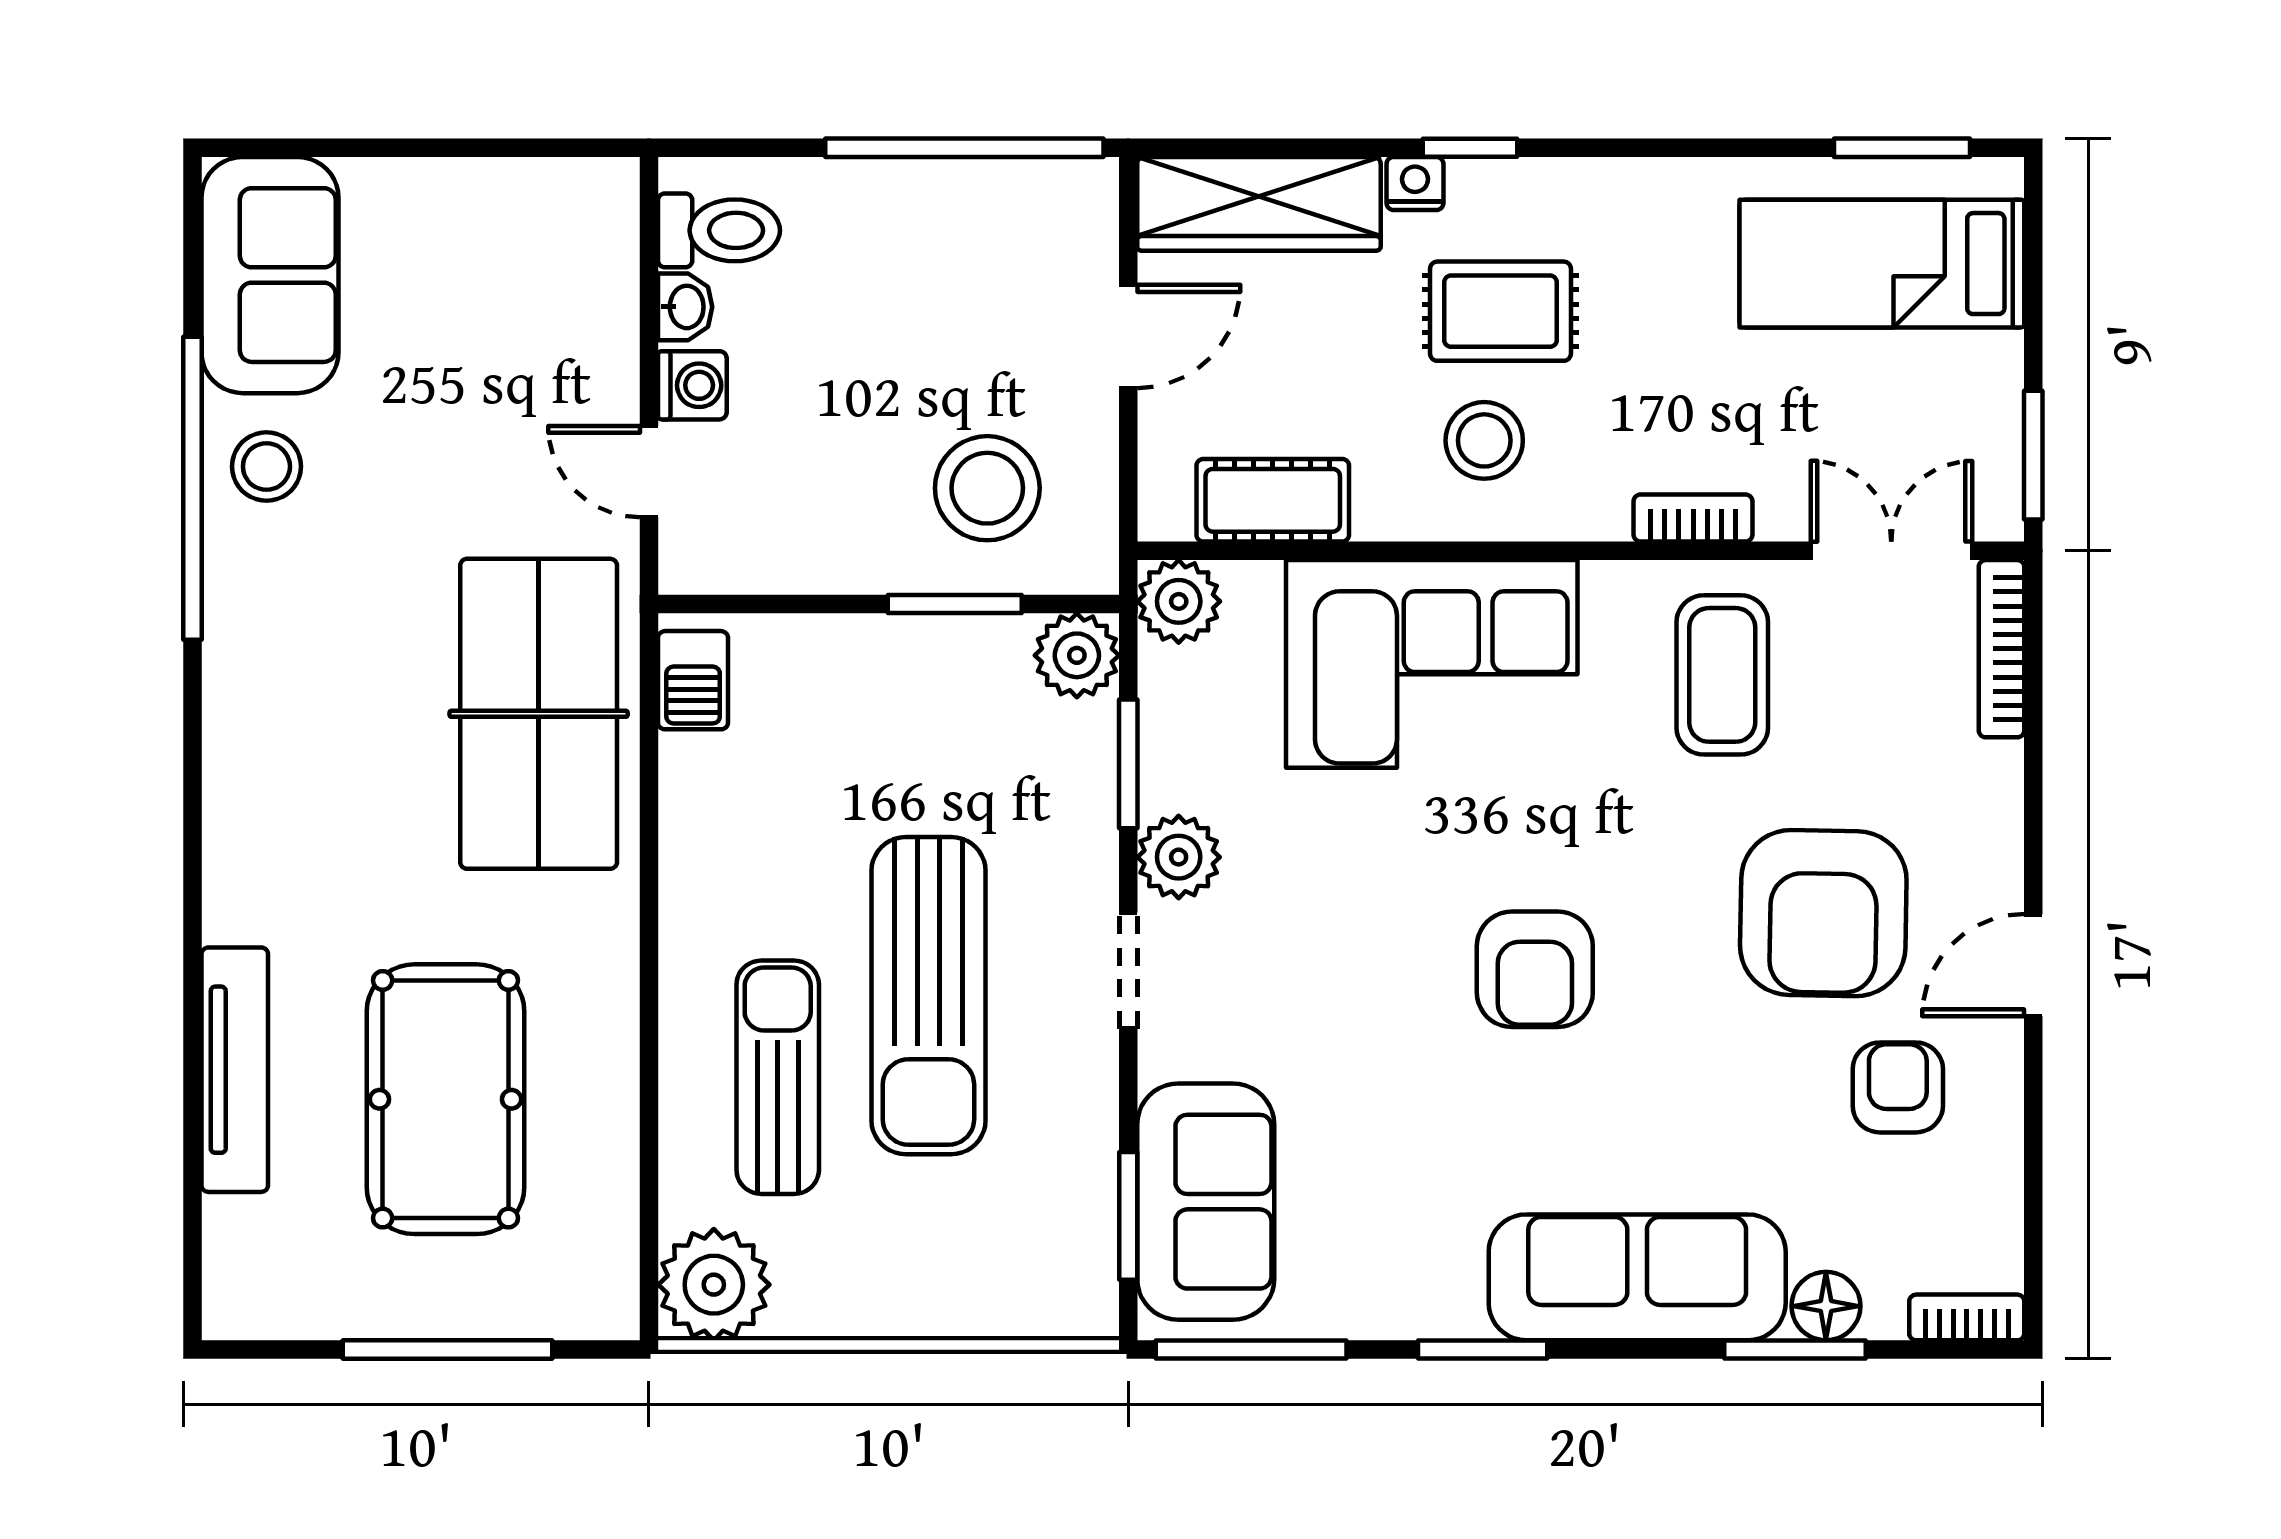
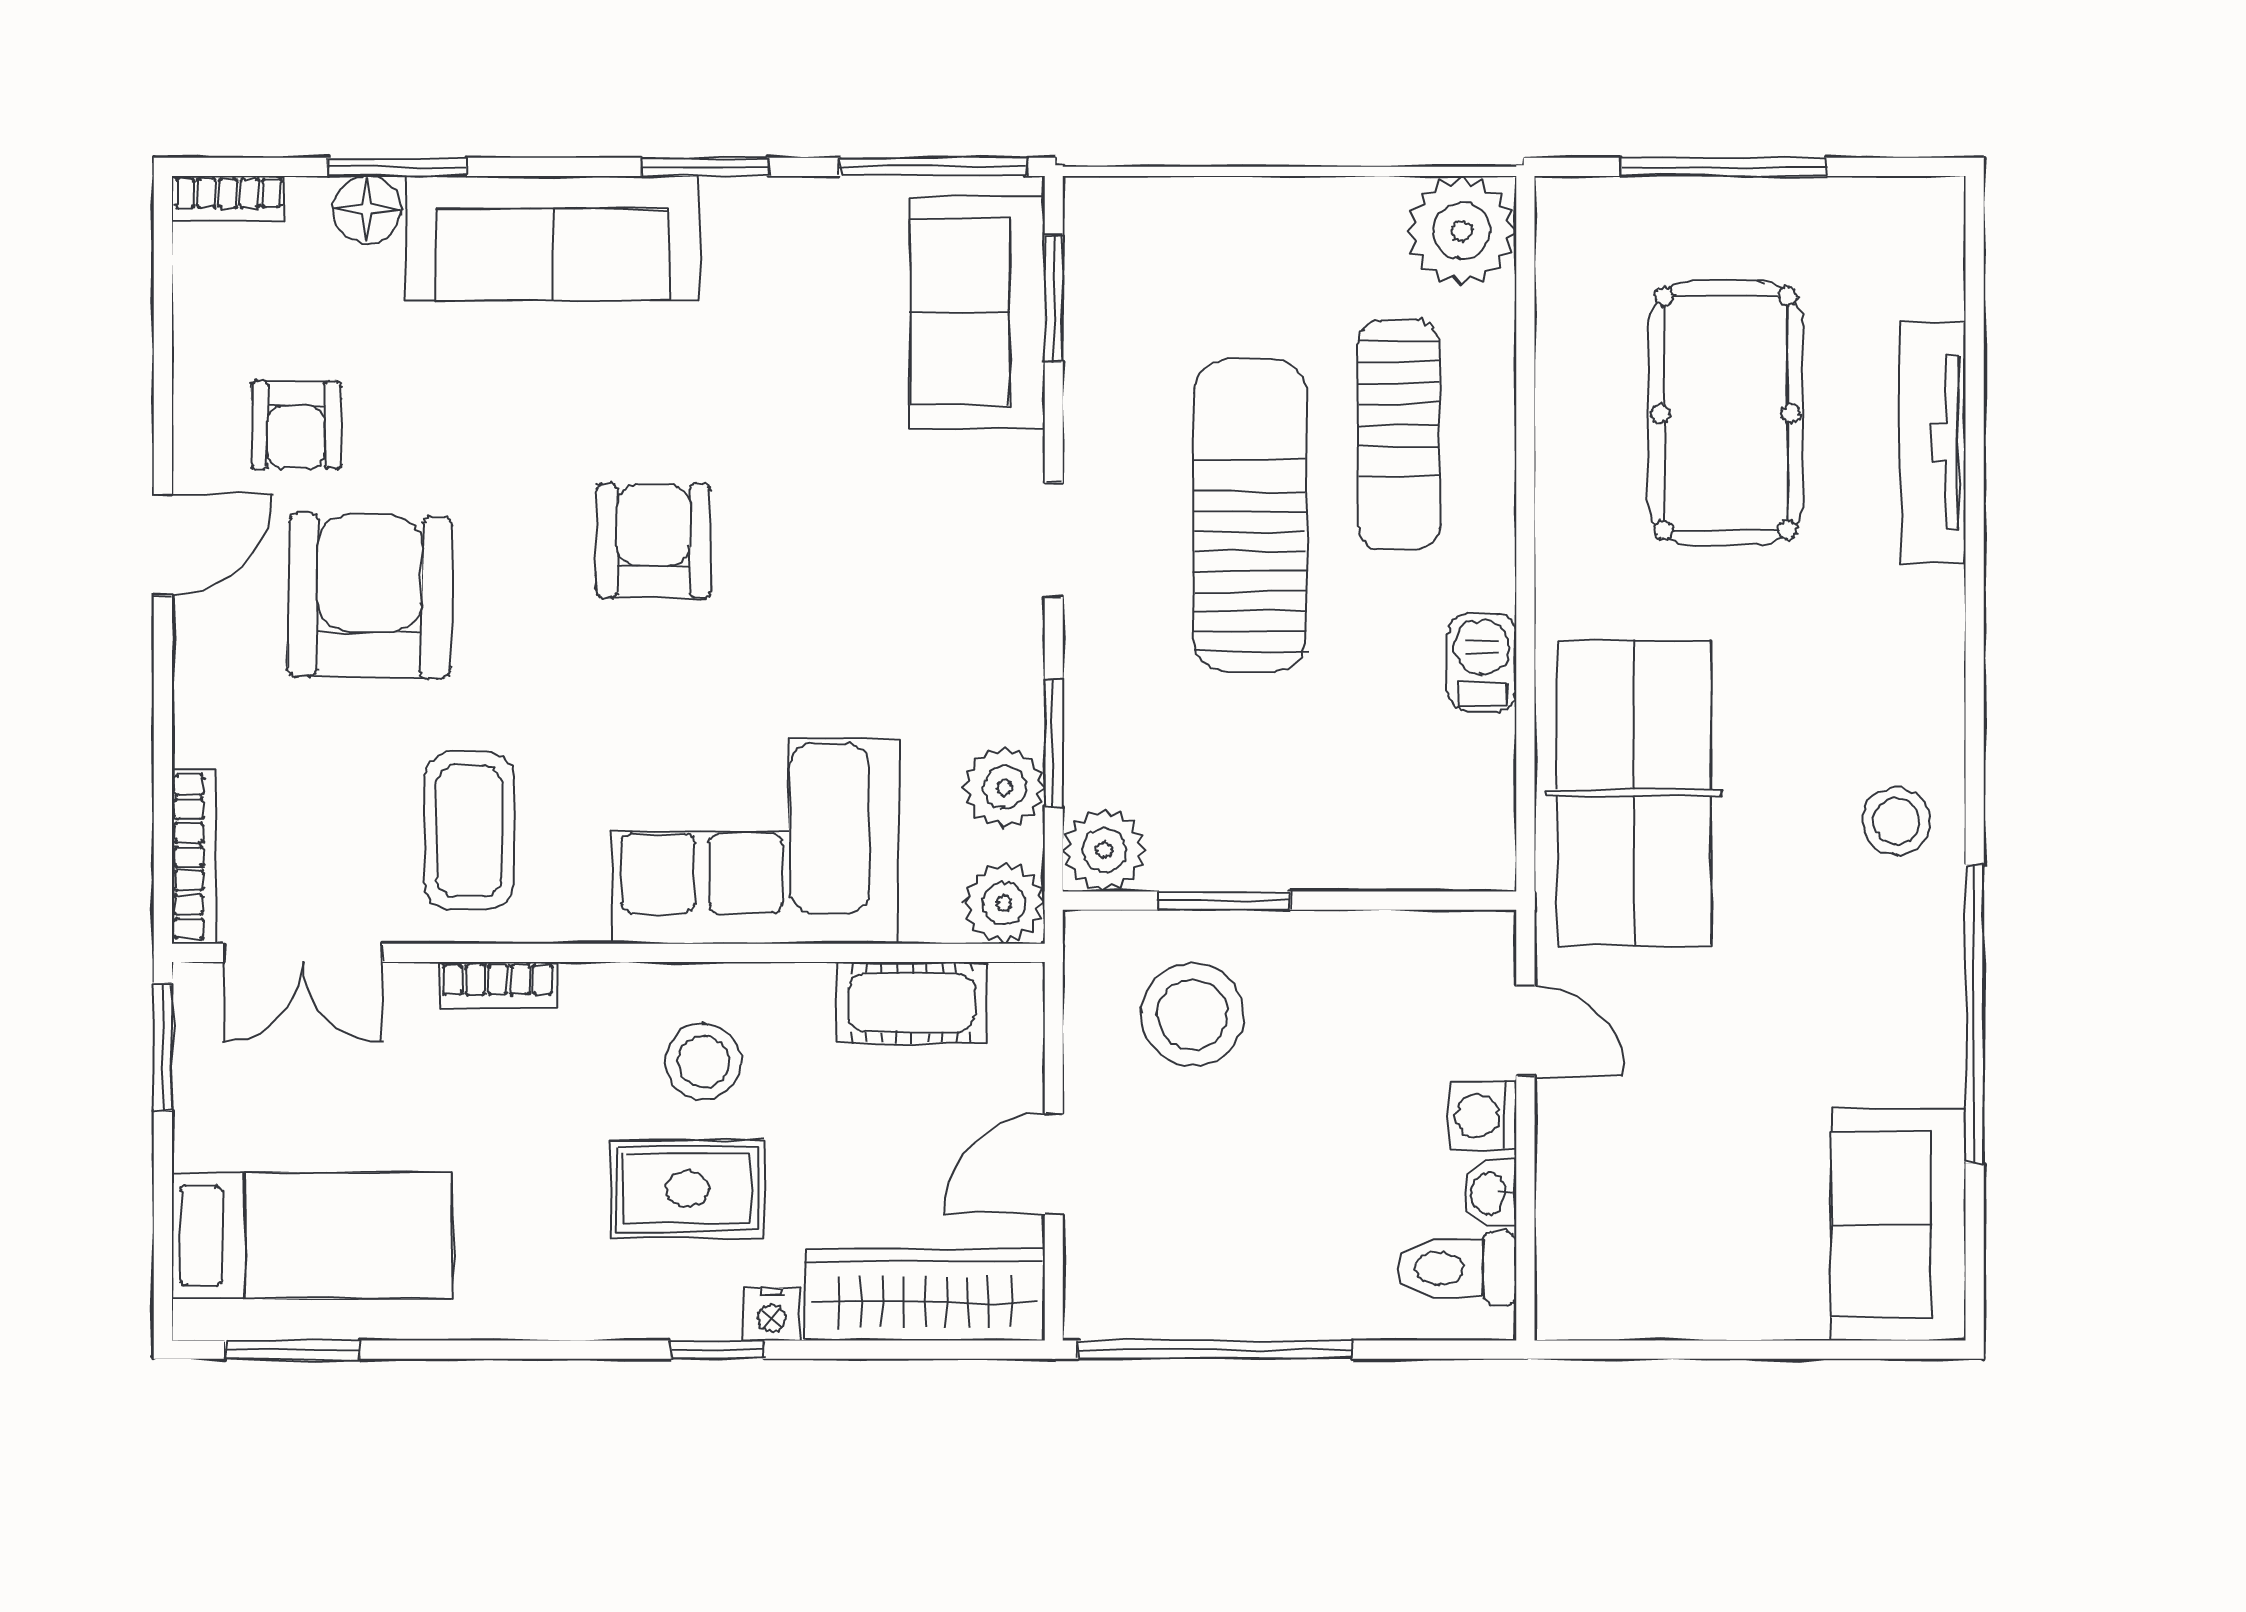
stool: (266, 466) -> (1896, 821), moved
barbecue: (693, 680) -> (1482, 663), moved
plant: (1179, 857) -> (1004, 787), moved

